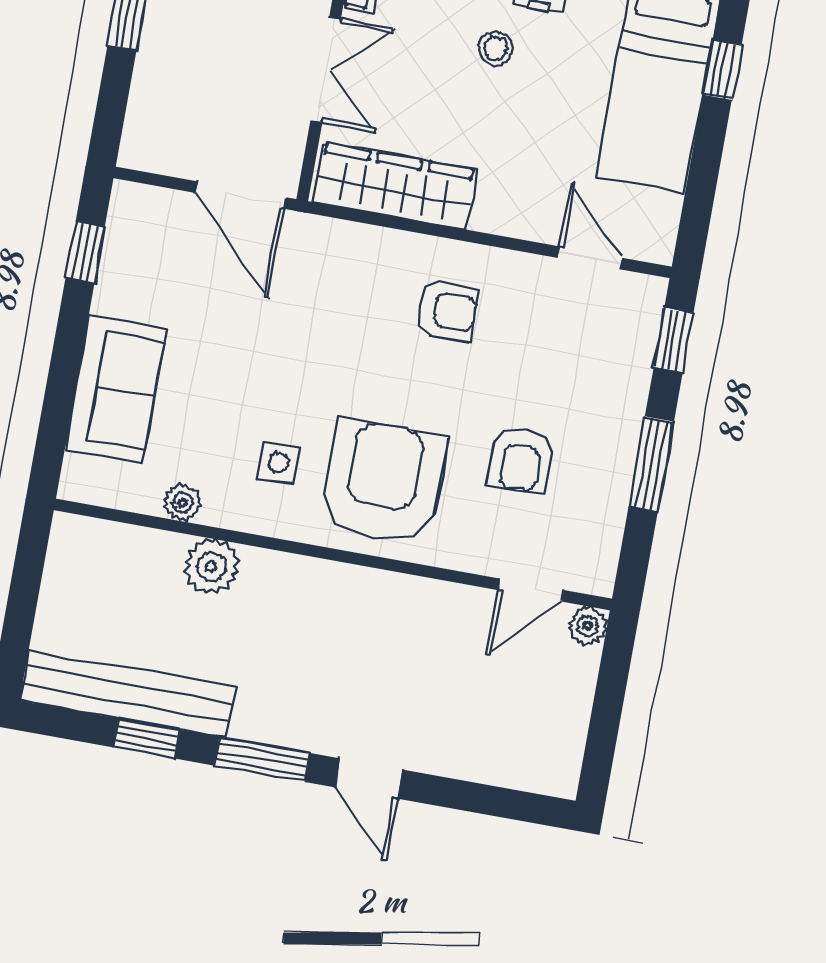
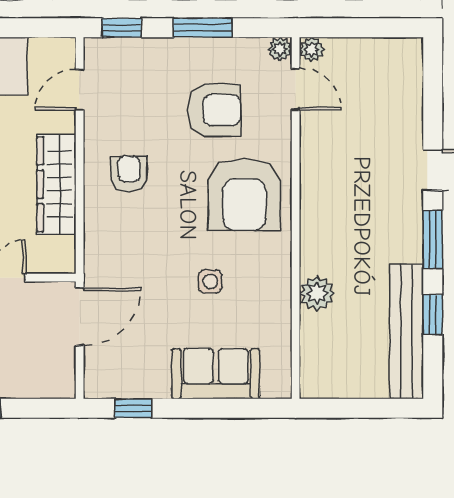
wardrobe: (395, 186) -> (56, 184), moved
armchair: (521, 460) -> (214, 110), width x1.38, depth x1.38
side table: (278, 462) -> (210, 281), moved
armchair: (383, 482) -> (244, 195), turned -90
plant: (183, 503) -> (280, 49), moved

